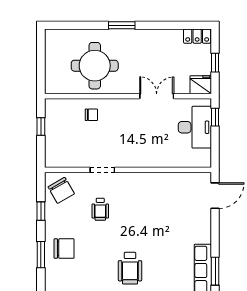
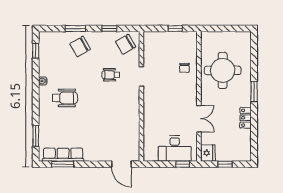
locker: (197, 36) -> (246, 118), moved
chair: (64, 249) -> (80, 47), turned 60
wheelchair: (130, 268) -> (65, 98), turned 180

